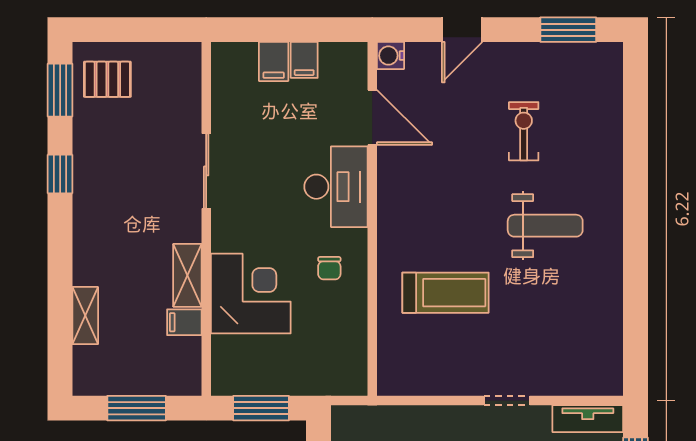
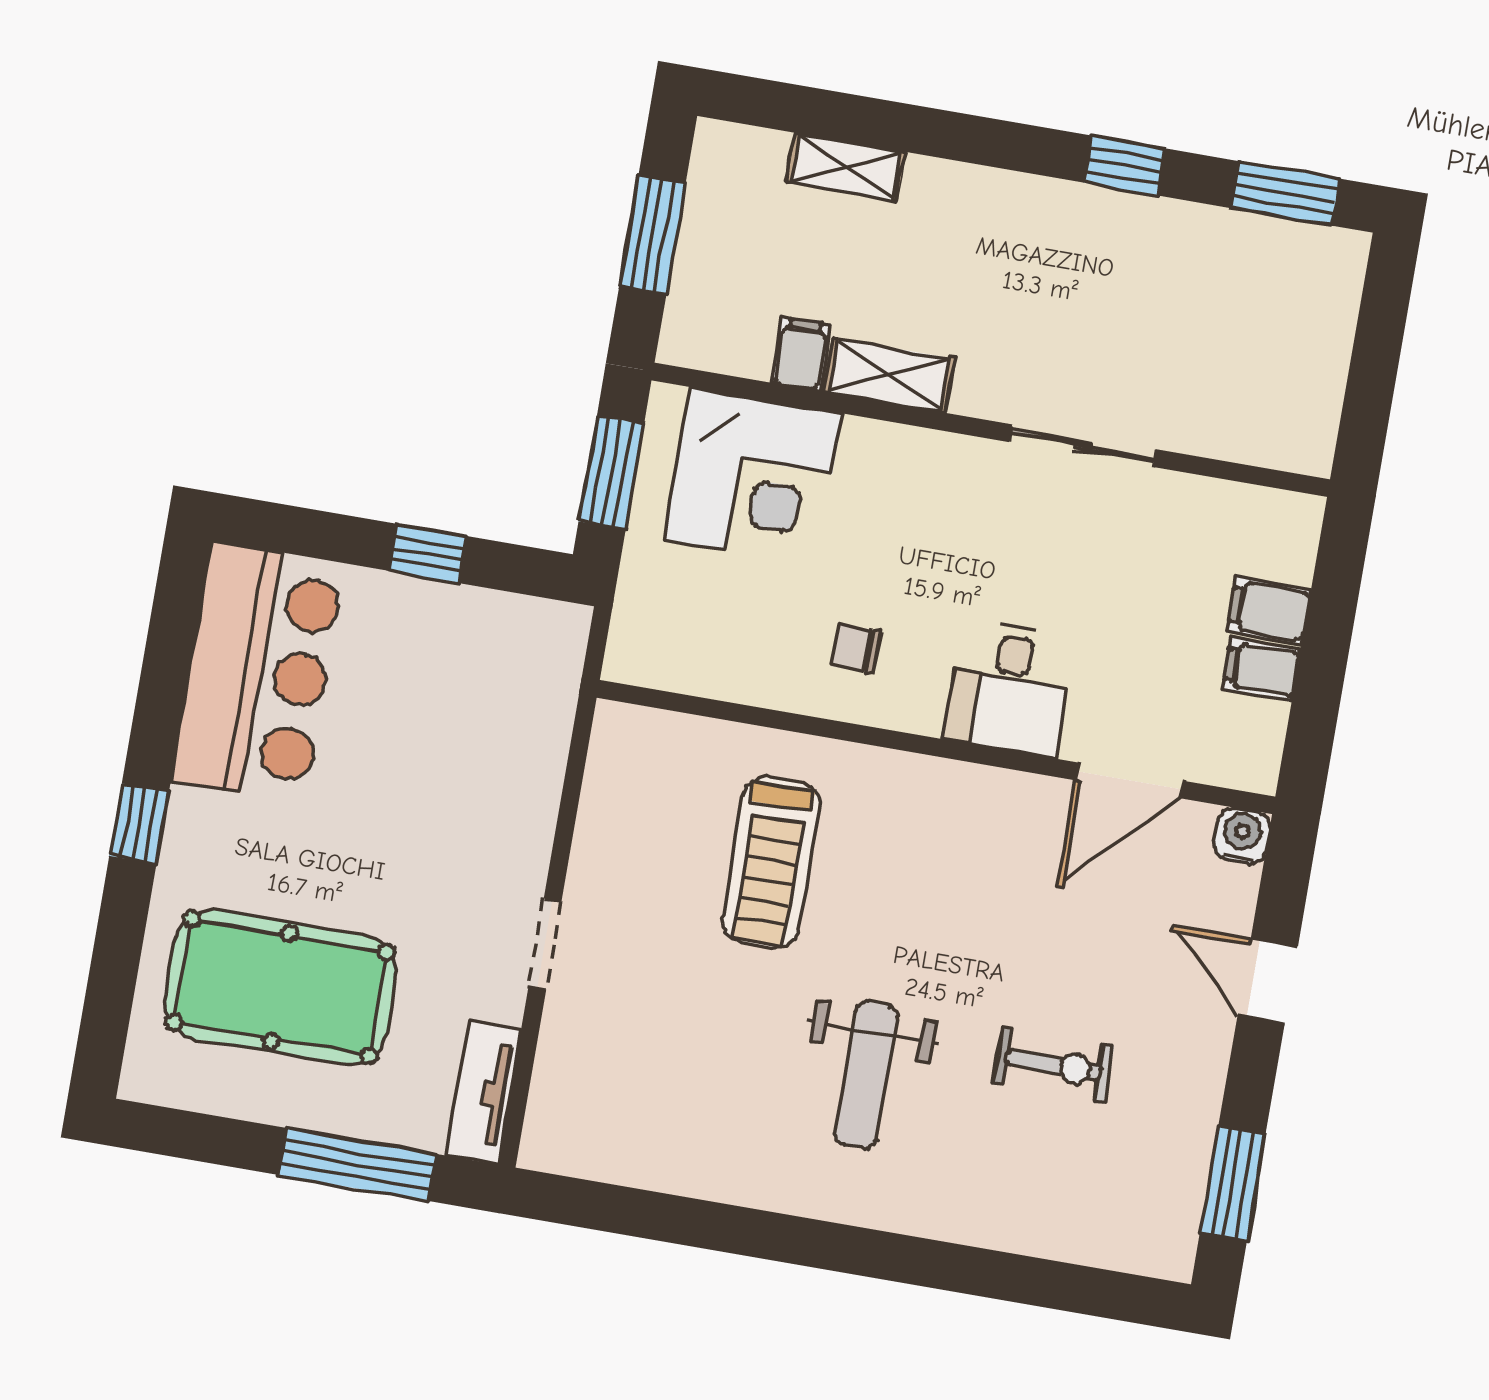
pallet: (107, 79) -> (1290, 287), removed
desk: (336, 187) -> (1010, 688), width x0.73
corner desk: (251, 294) -> (753, 476), moved

